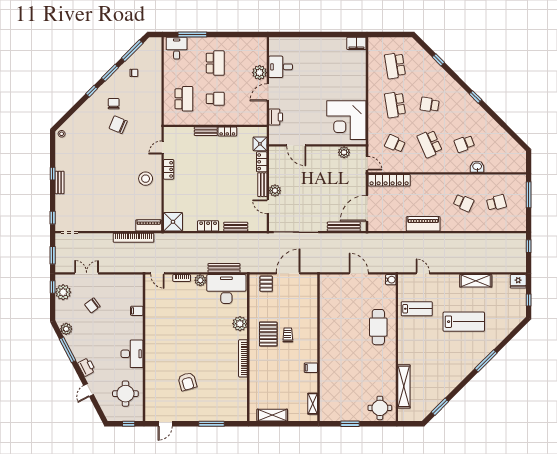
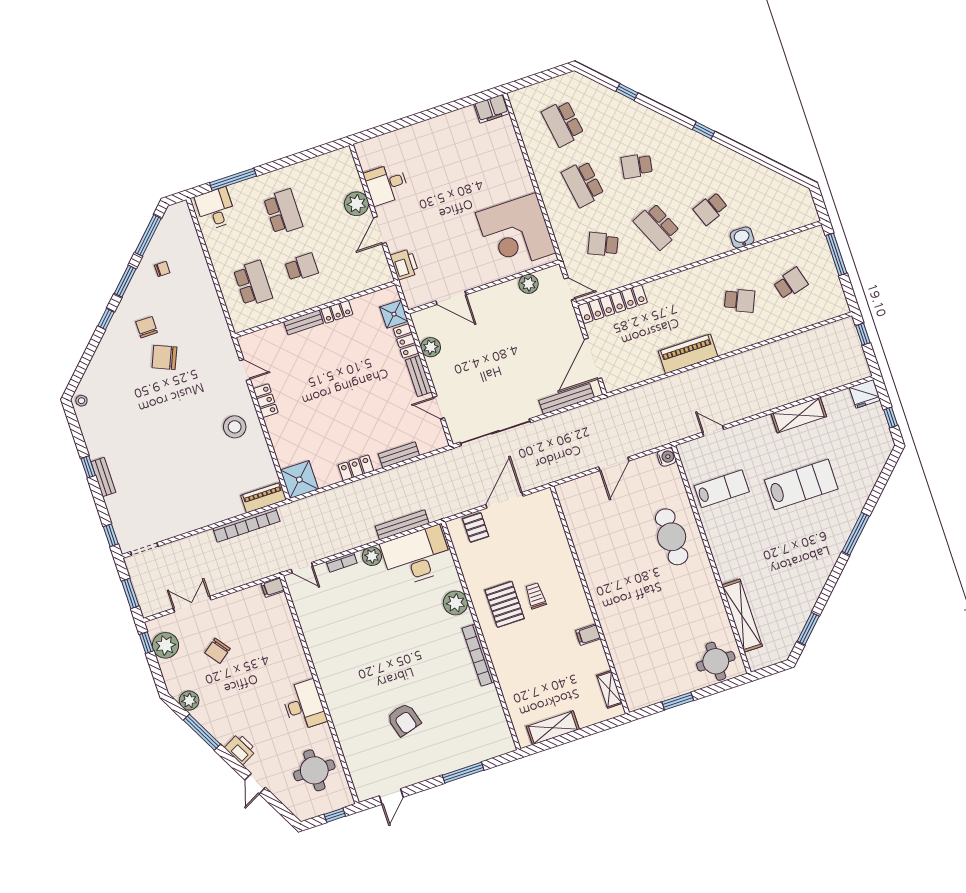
door: (163, 148) -> (245, 370), swing flipped
plant: (275, 191) -> (431, 347), moved
door: (359, 273) -> (614, 464), swing flipped
filing cabinet: (137, 311) -> (273, 587), moved

